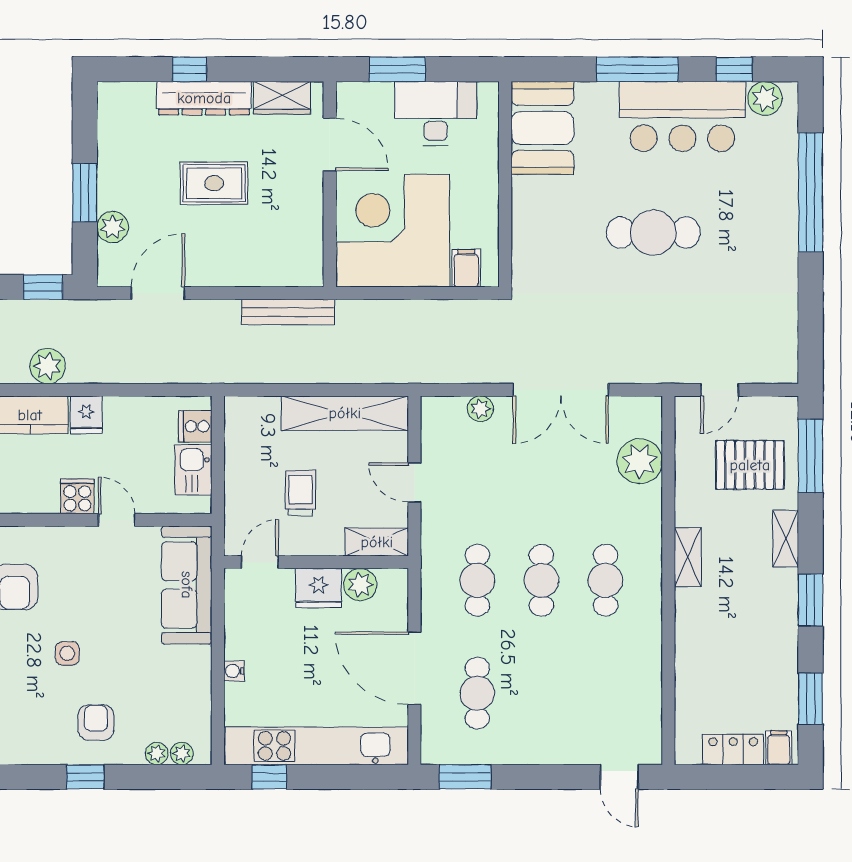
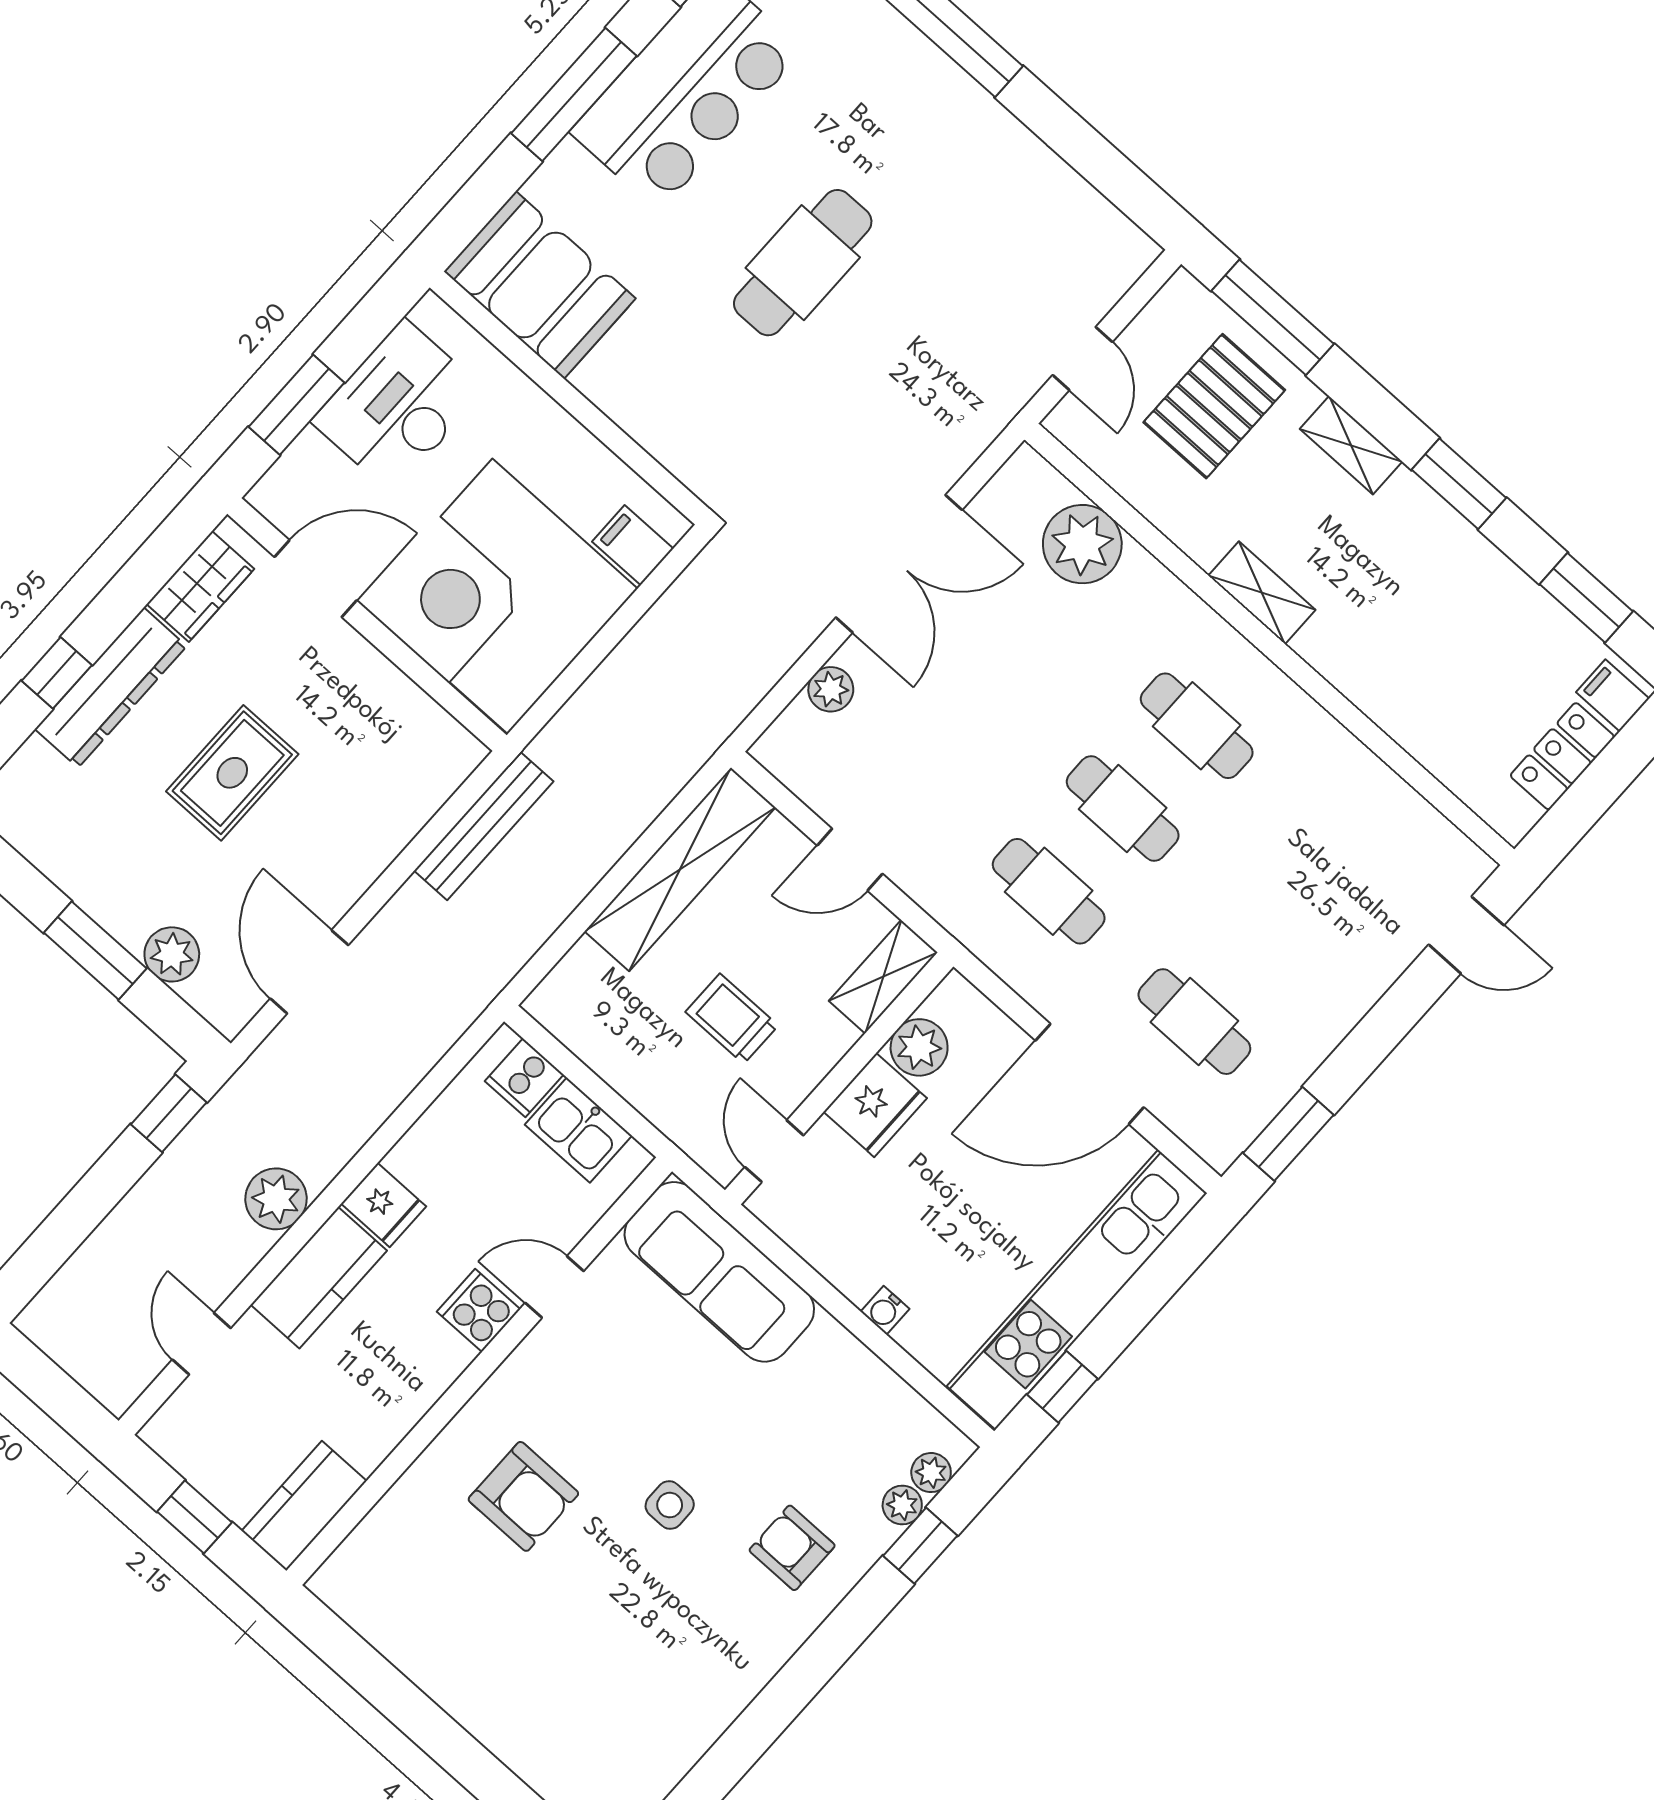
window: (85, 777) -> (920, 1546), moved

